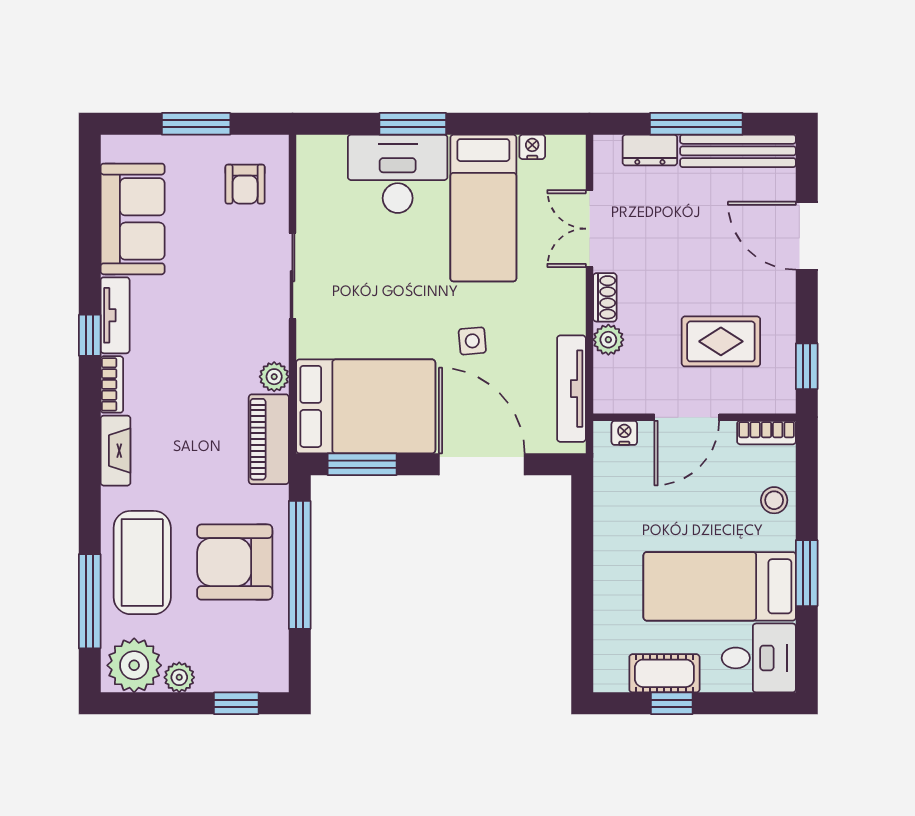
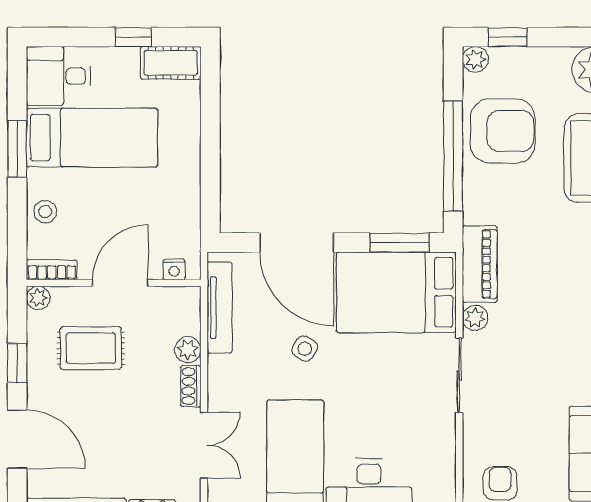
sliding door: (292, 276) -> (459, 375), moved
side table: (472, 341) -> (305, 349), turned 37
window: (807, 366) -> (17, 363), moved
plant: (782, 400) -> (38, 298), added
armchair: (235, 562) -> (503, 131), moved
cot: (664, 673) -> (171, 63), moved
plant: (179, 677) -> (475, 59), moved

